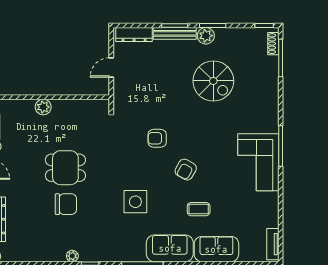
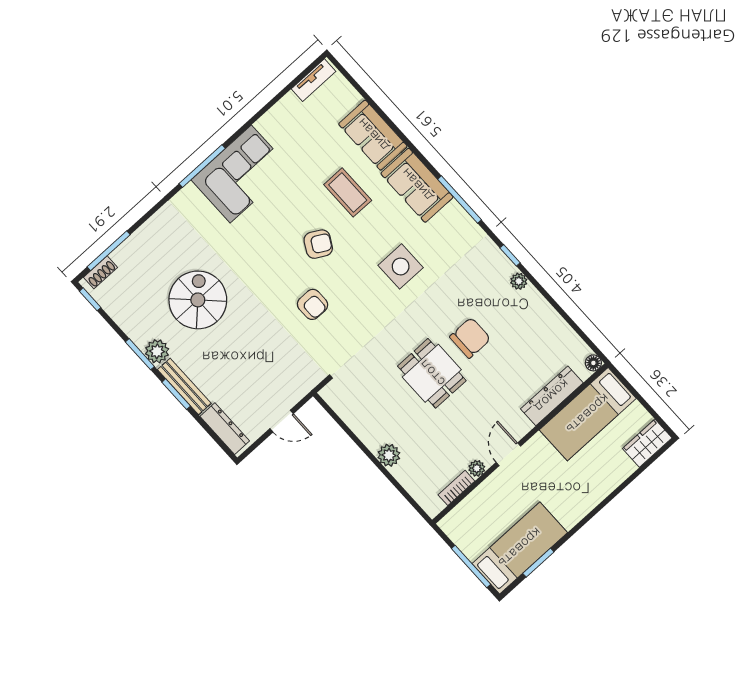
chair: (66, 204) -> (470, 338), turned 90
coffee table: (199, 209) -> (348, 192), width x1.36, depth x1.30

